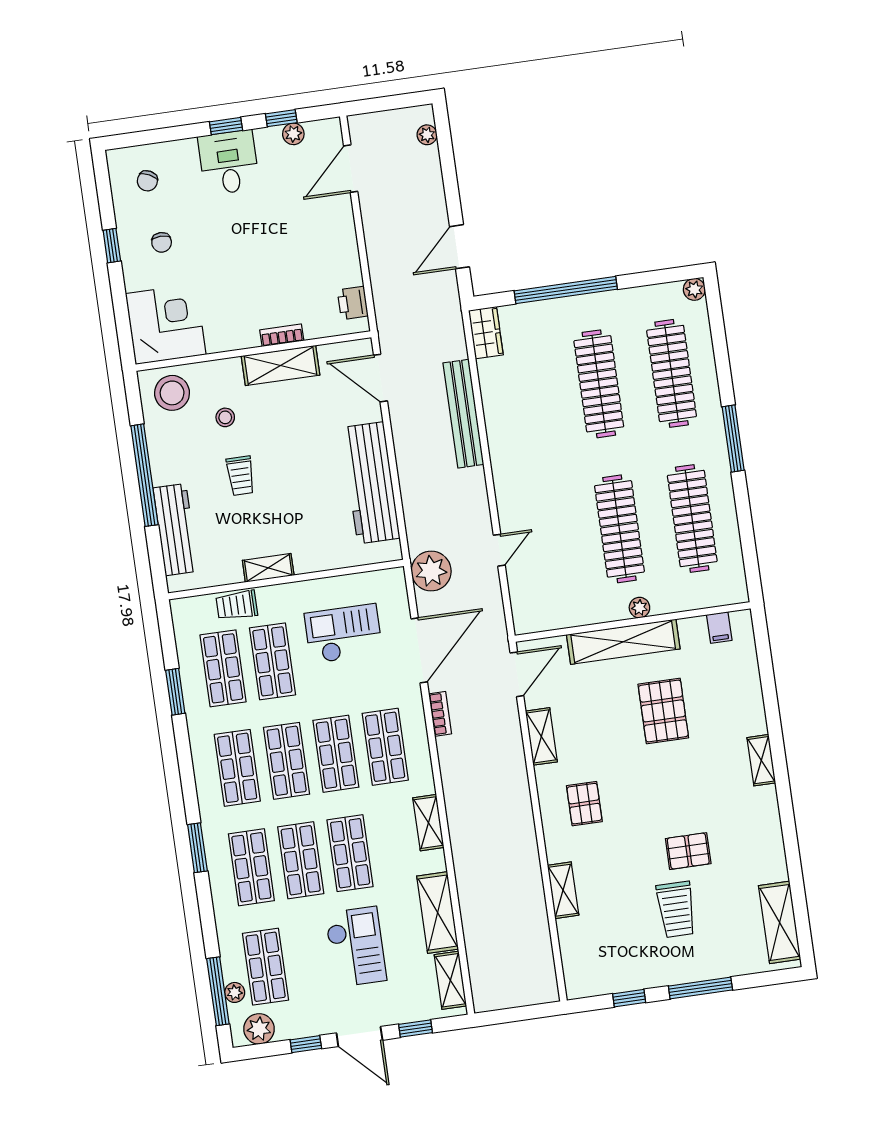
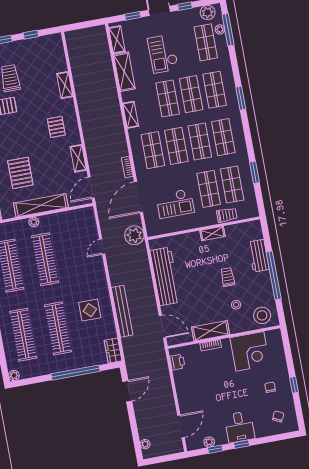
corner desk: (166, 324) -> (250, 351), moved, turned -90
display table: (531, 419) -> (90, 310), added
workbench: (176, 530) -> (259, 256), width x0.73

